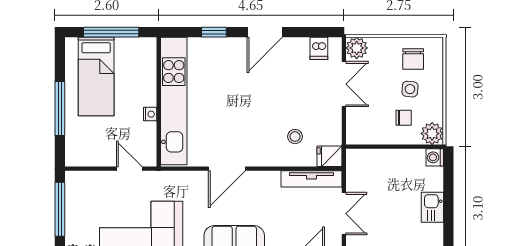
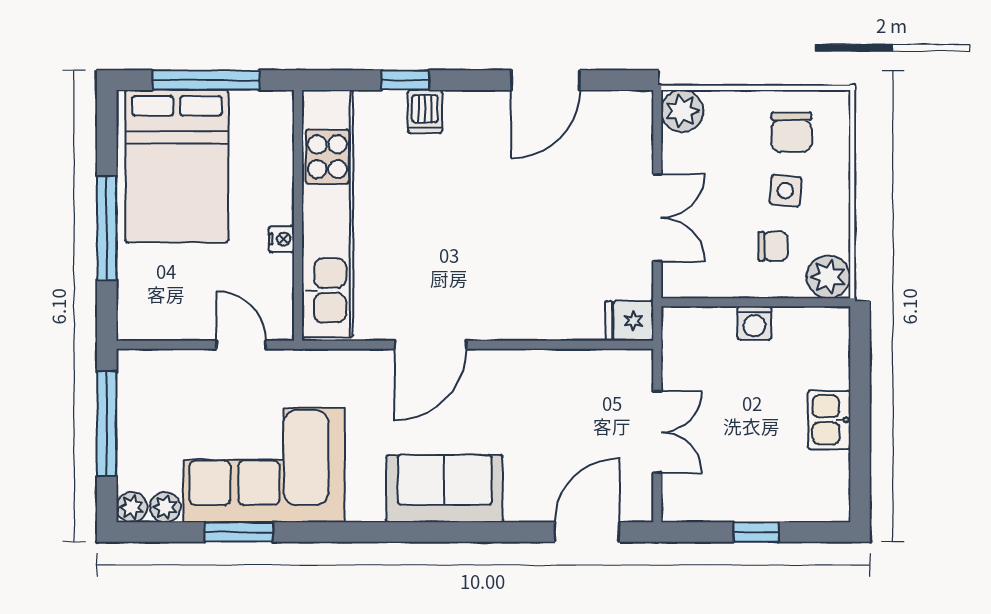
door: (265, 32) -> (546, 80), moved
dishwasher: (319, 48) -> (425, 112), moved
bed: (96, 76) -> (177, 166), width x1.50
double door: (344, 84) -> (657, 218), moved
stool: (295, 137) -> (563, 283), removed
washing machine: (435, 157) -> (754, 323), moved, turned -90
tv unit: (311, 179) -> (594, 365), removed

